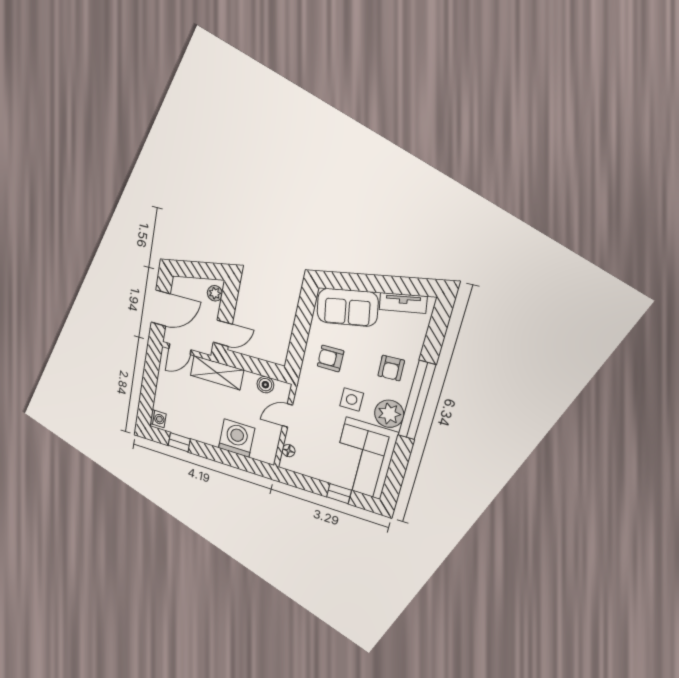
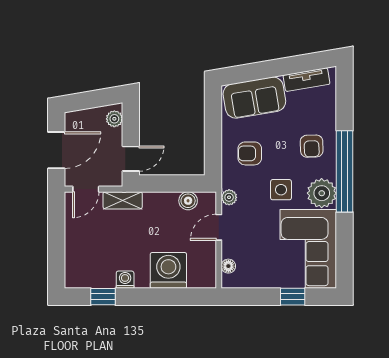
shelving: (217, 373) -> (123, 200), width x0.67, depth x0.75
plant: (302, 392) -> (229, 197), added
washing machine: (158, 419) -> (125, 280), moved, turned -90

